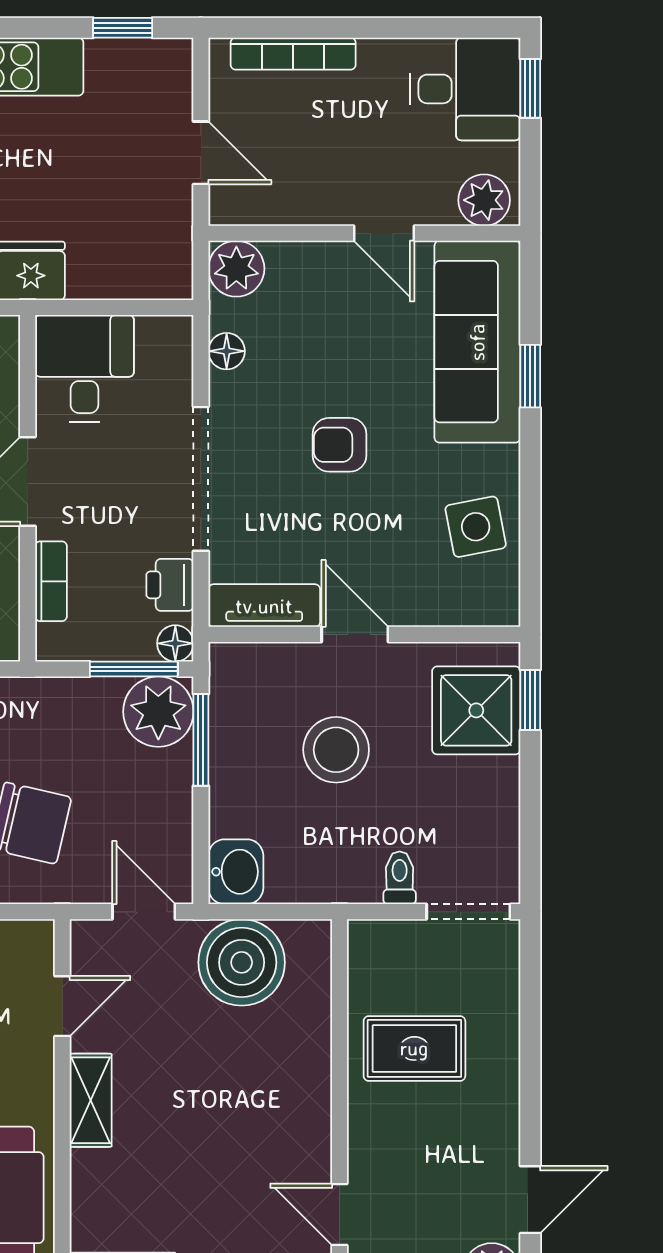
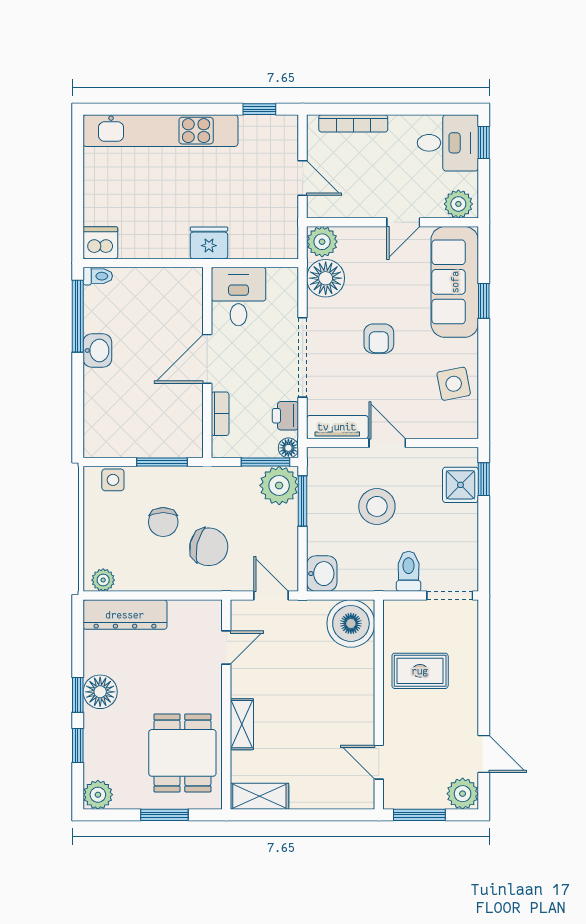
door: (384, 233) -> (403, 222), hinge flipped
floor lamp: (227, 351) -> (326, 278), width x1.89, depth x1.89
armchair: (340, 445) -> (379, 339), turned -90
shower: (476, 710) -> (460, 485), width x0.73, depth x0.73
toilet: (400, 878) -> (409, 571), width x1.37, depth x1.39
boiler: (242, 962) -> (351, 623), moved
shelving: (91, 1100) -> (242, 724), moved
door: (530, 1200) -> (484, 754), hinge flipped

